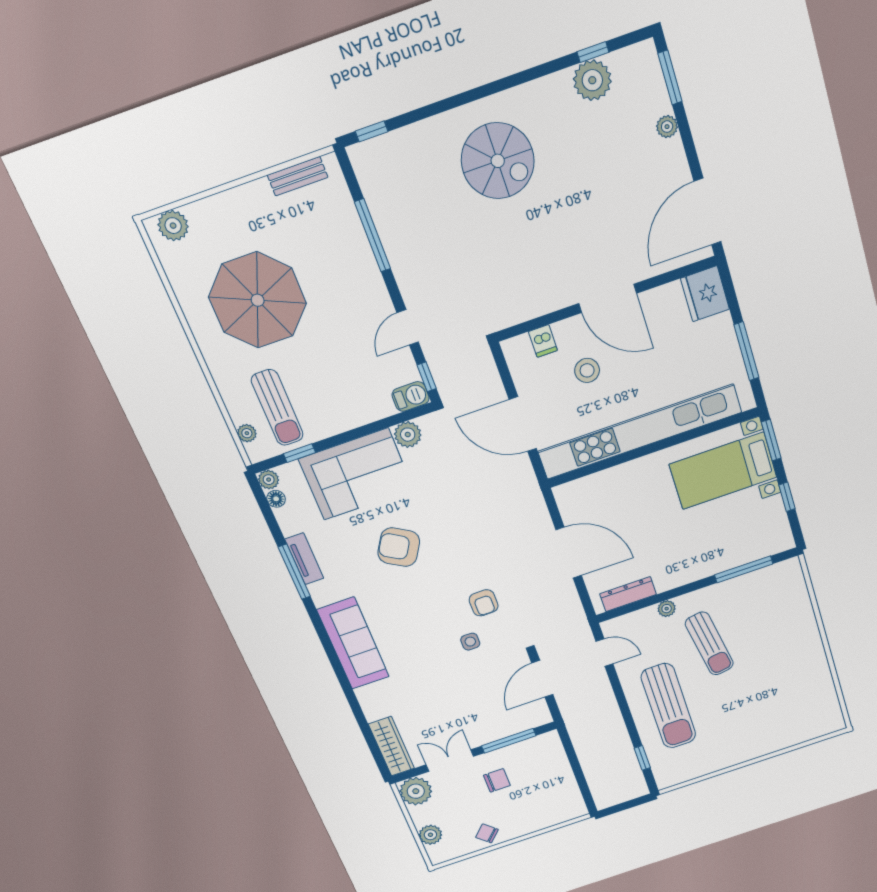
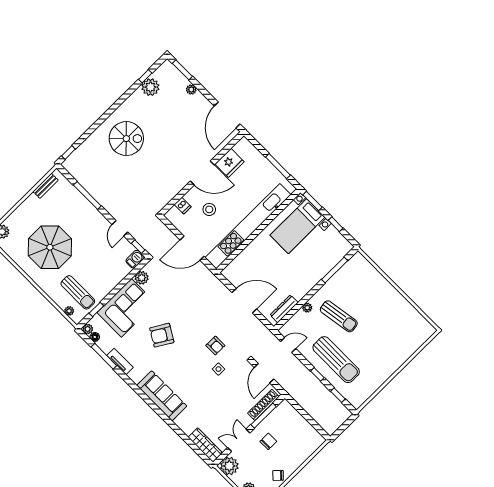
fridge: (705, 294) -> (230, 163), moved, turned -90
window: (294, 572) -> (104, 356), moved
window: (627, 715) -> (317, 374), added
shoe rack: (517, 725) -> (263, 405), added

